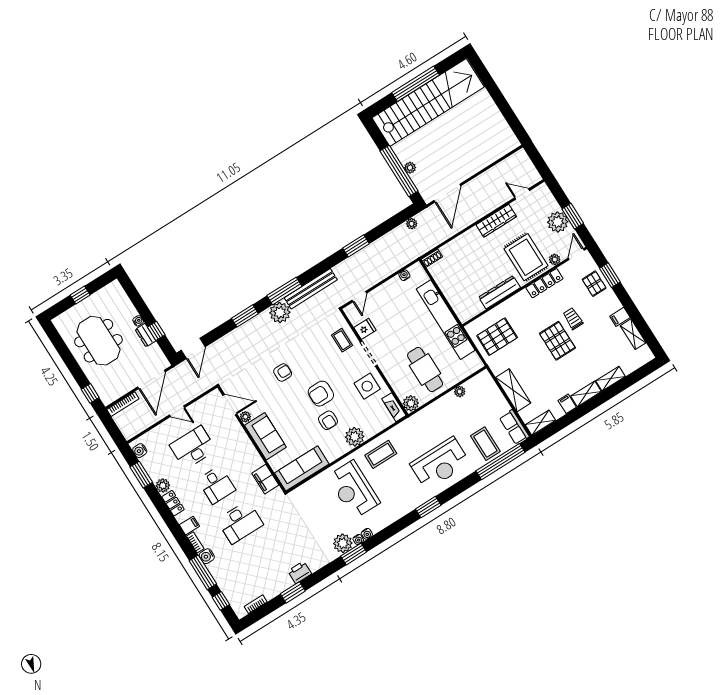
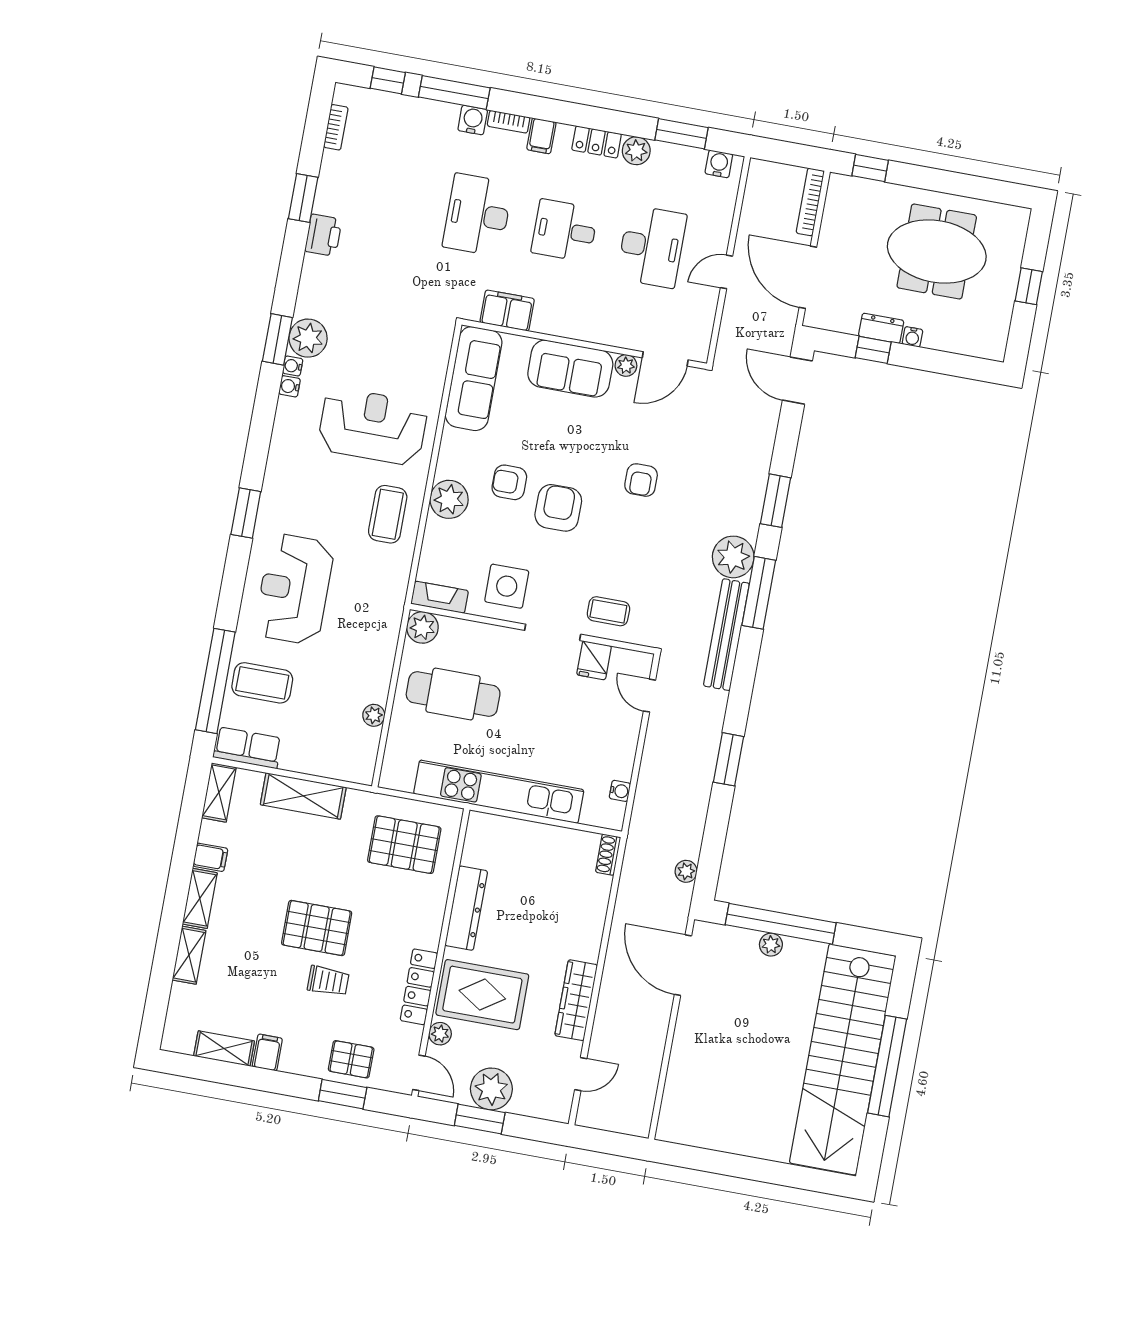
pallet: (497, 337) -> (404, 845), turned 90

